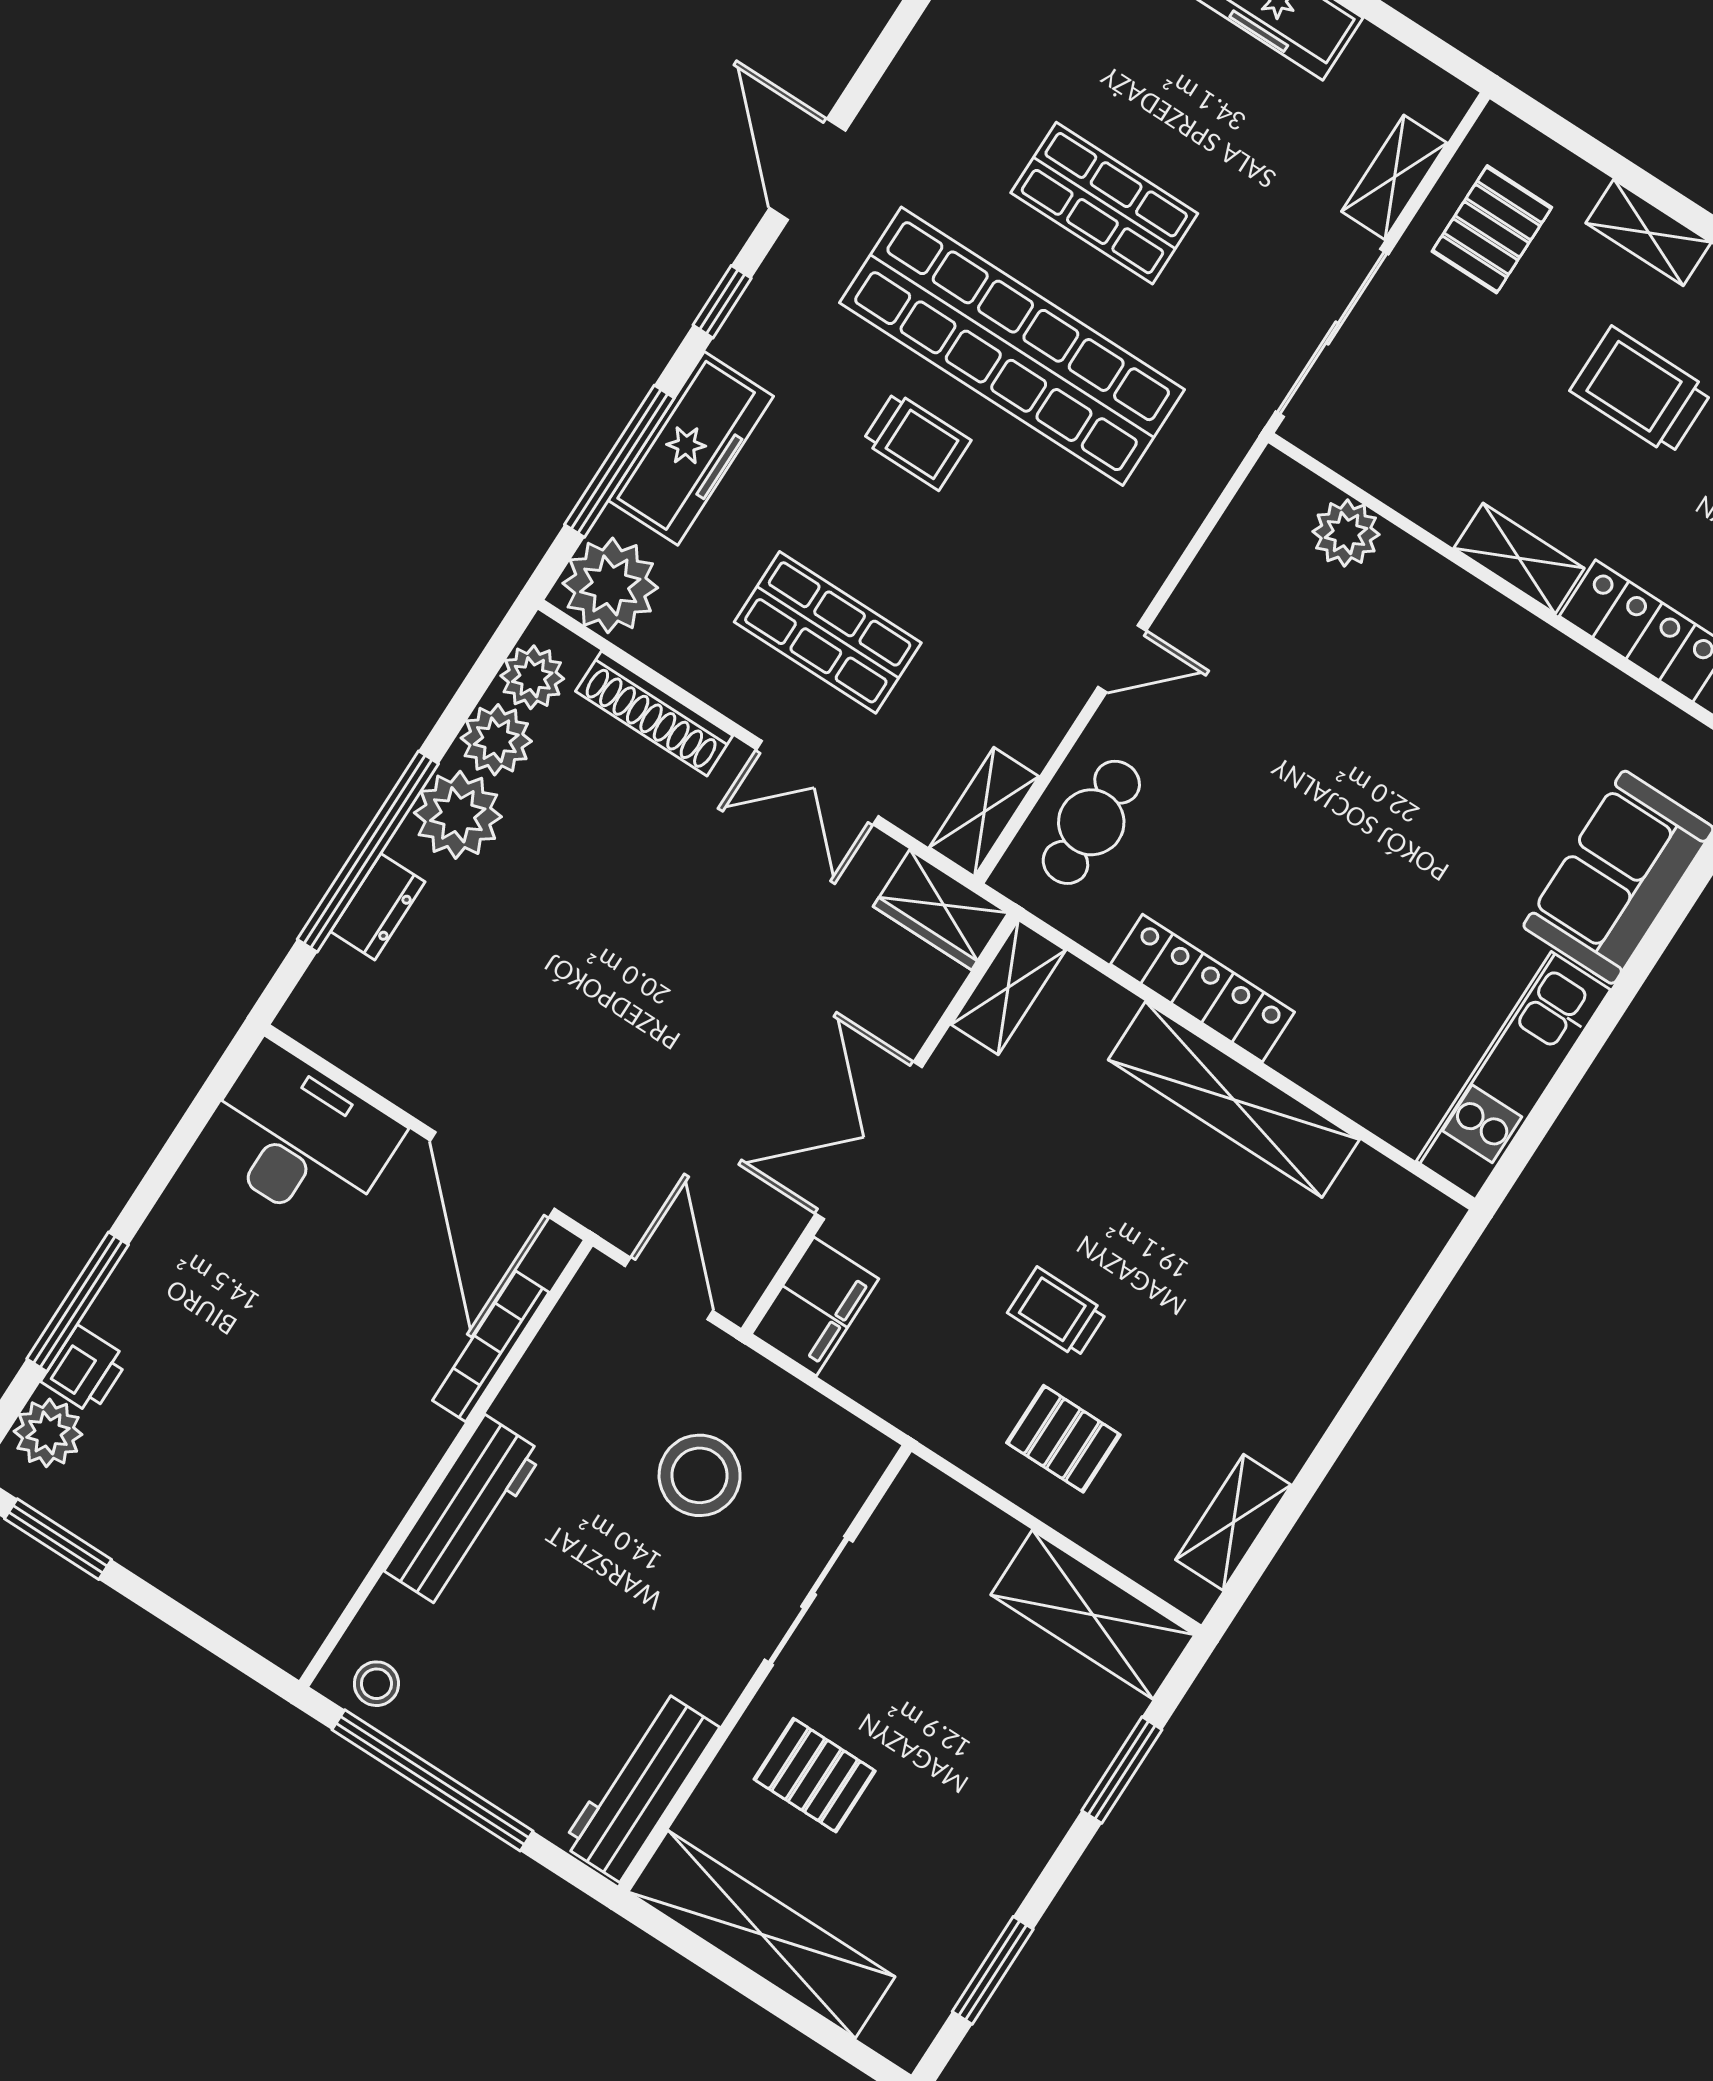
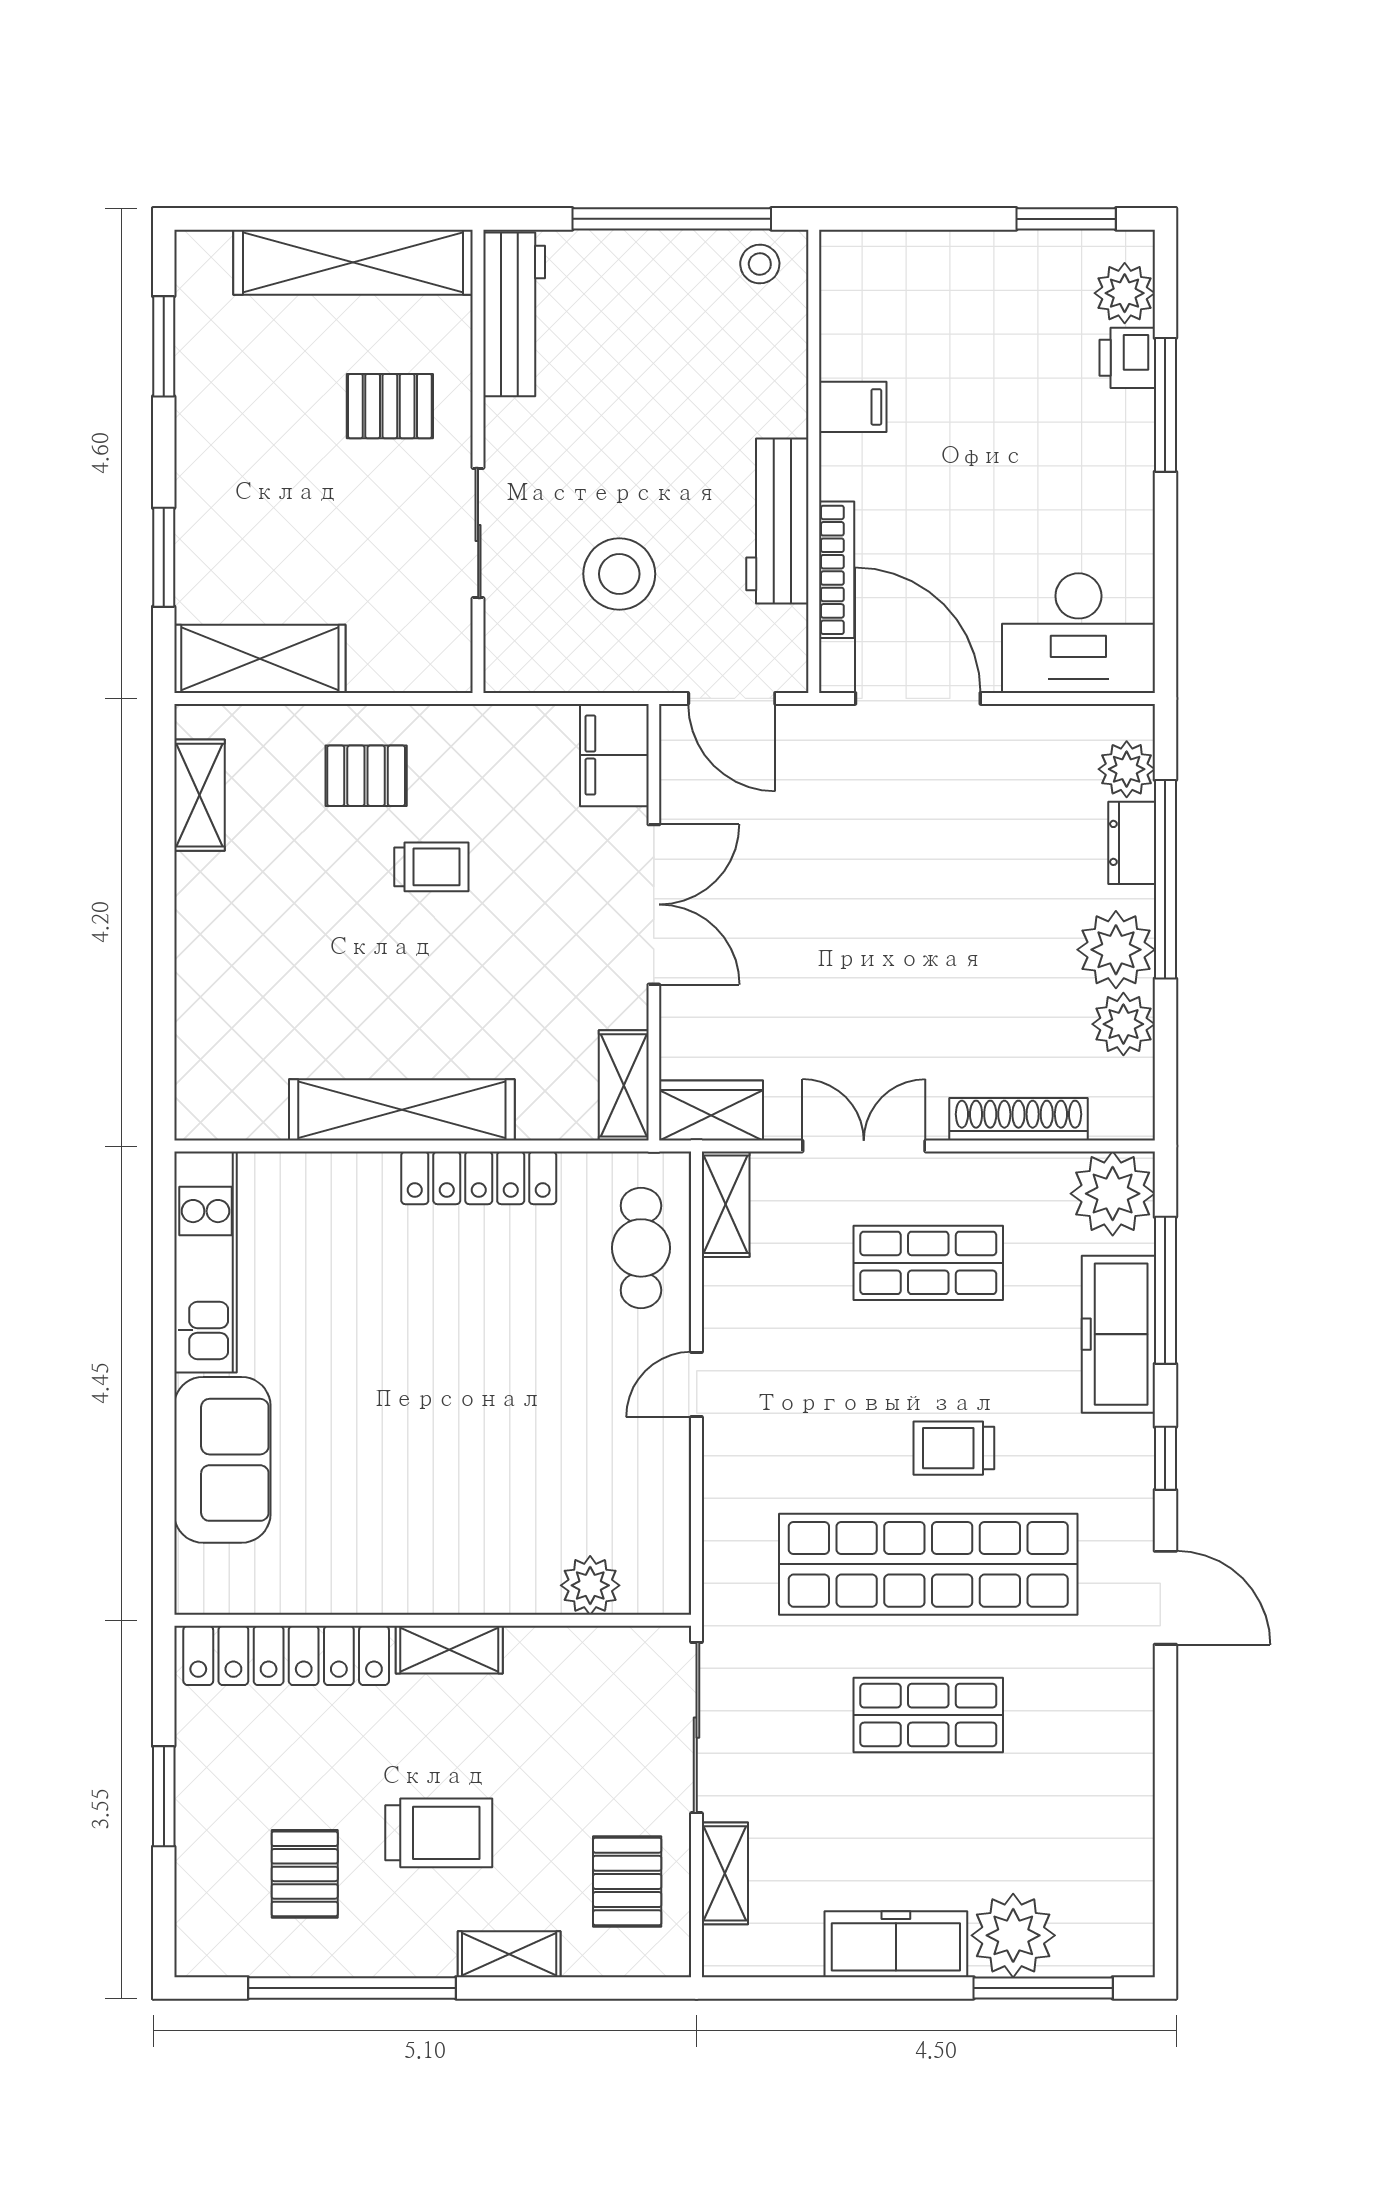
plant: (532, 677) -> (1127, 769), moved
filing cabinet: (376, 1491) -> (853, 407), added
workbench: (464, 1512) -> (777, 521), moved

